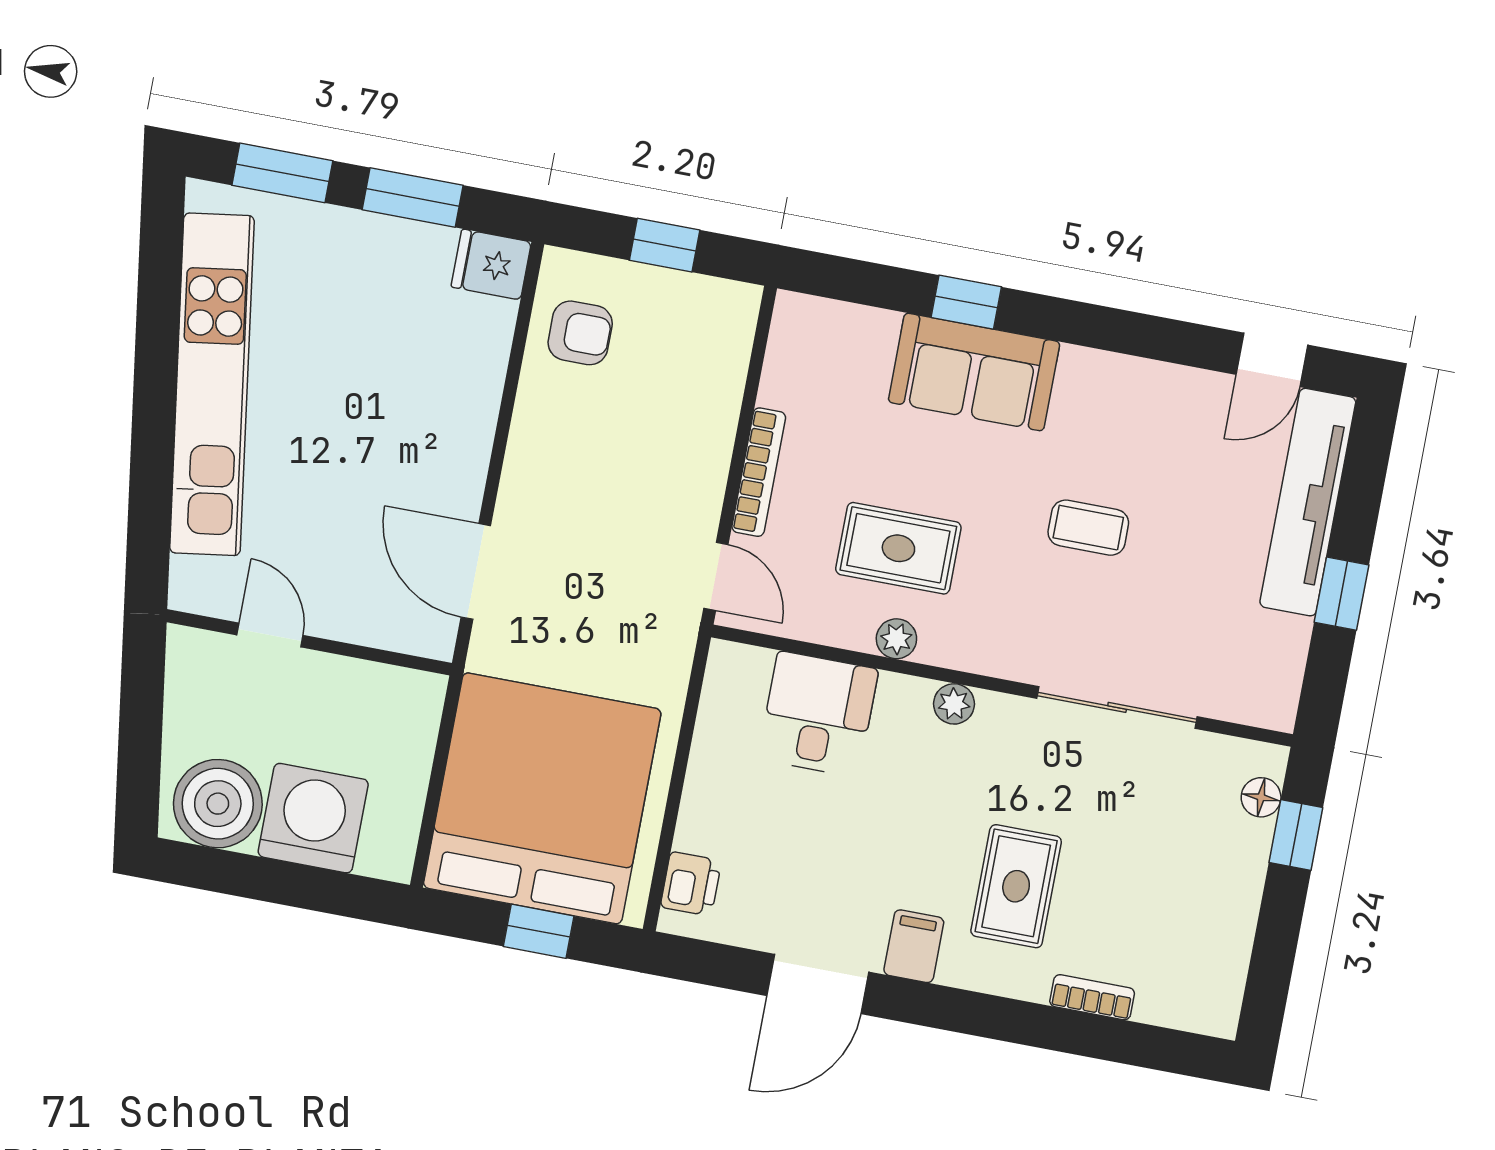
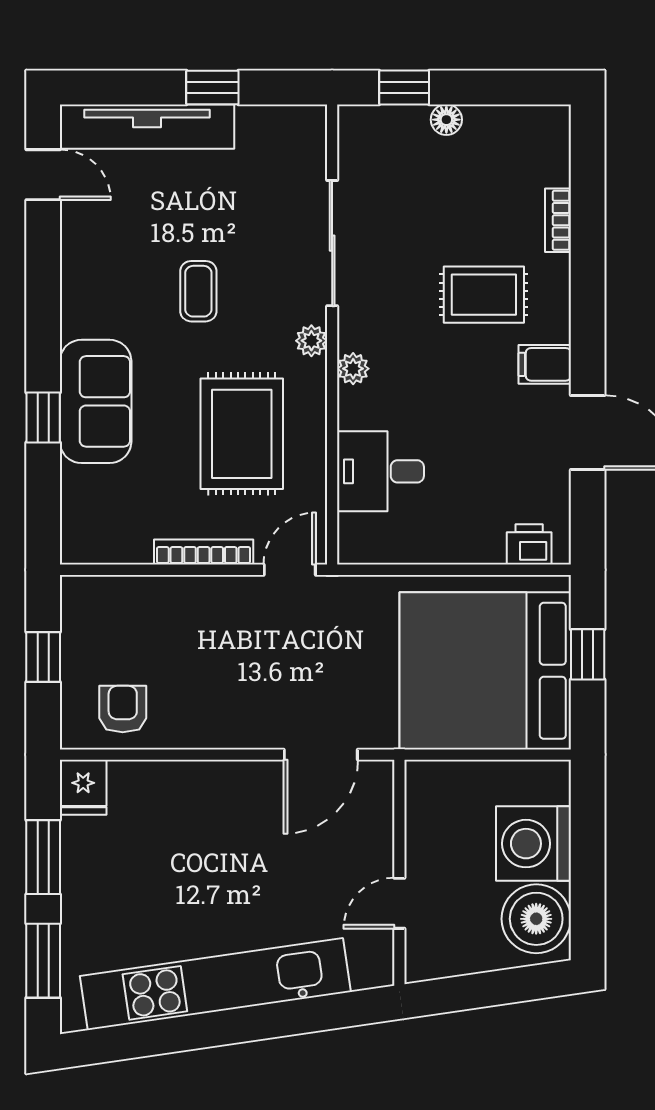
rug: (898, 548) -> (242, 434), width x1.36, depth x1.43
plant: (896, 639) -> (311, 341), moved
floor lamp: (1261, 797) -> (446, 120), moved

